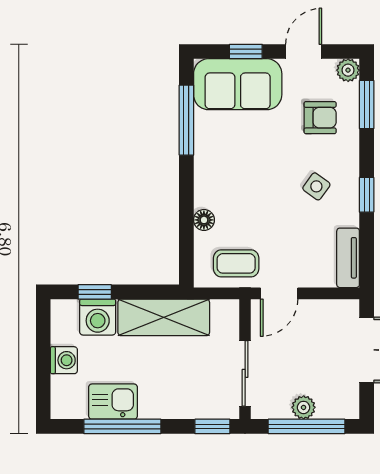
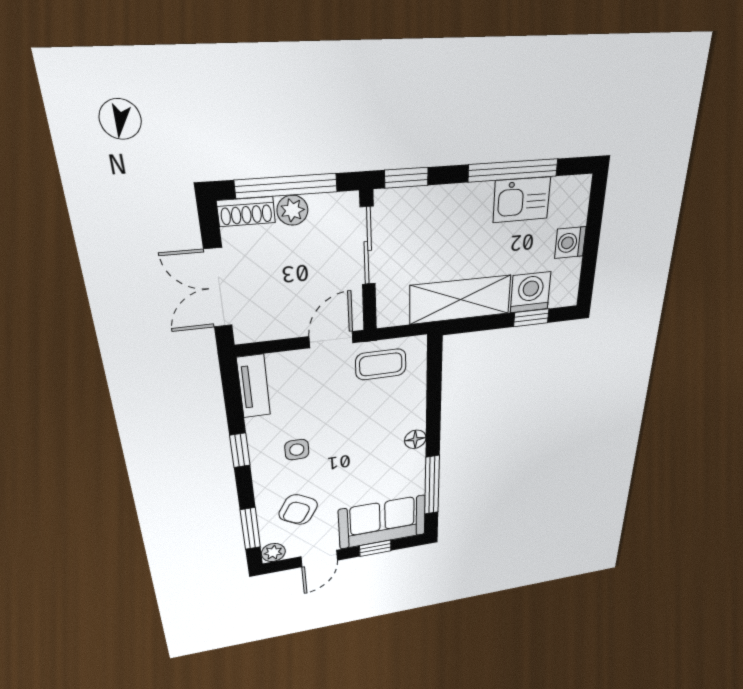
armchair: (320, 118) -> (298, 510), turned -60
side table: (316, 186) -> (297, 450), turned -36
floor lamp: (204, 220) -> (415, 439), moved
shoe rack: (339, 409) -> (246, 212), added

